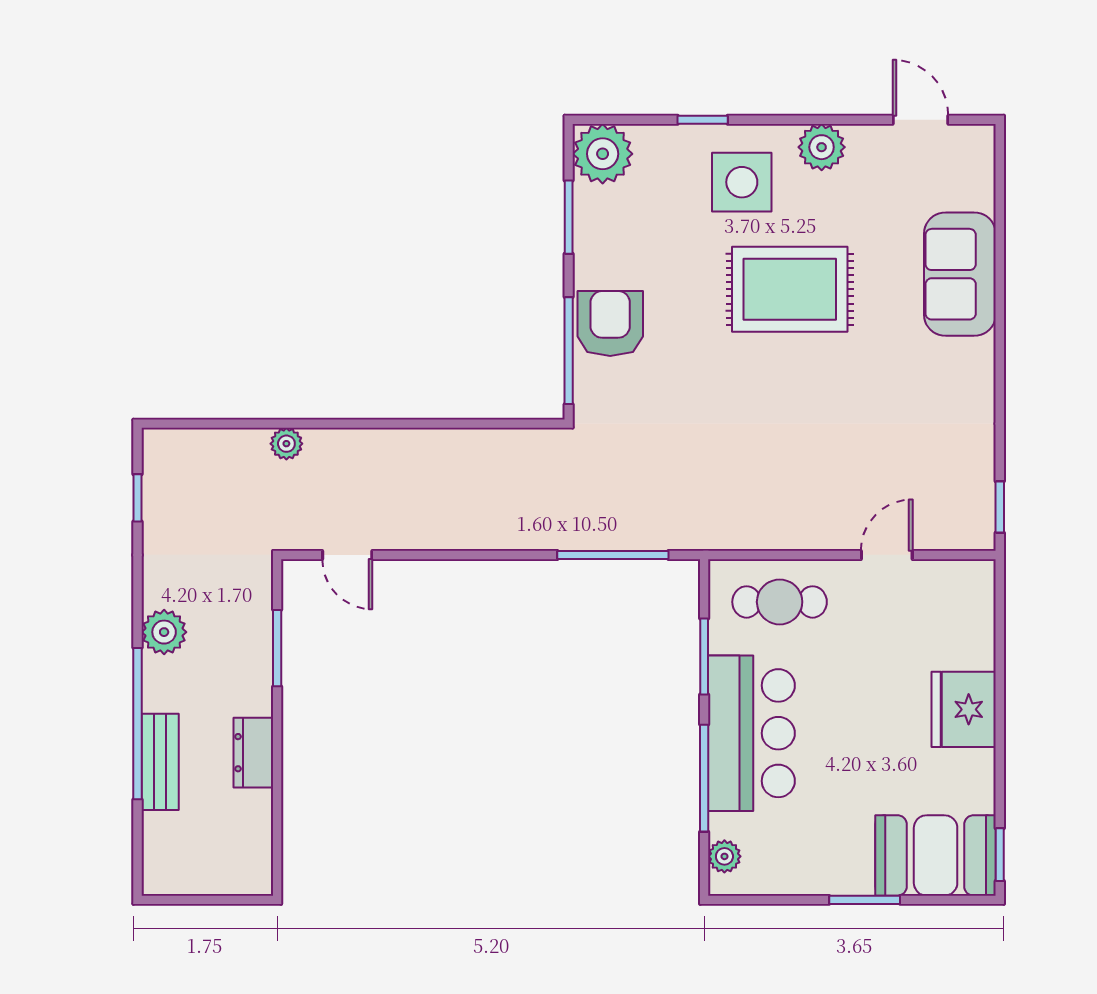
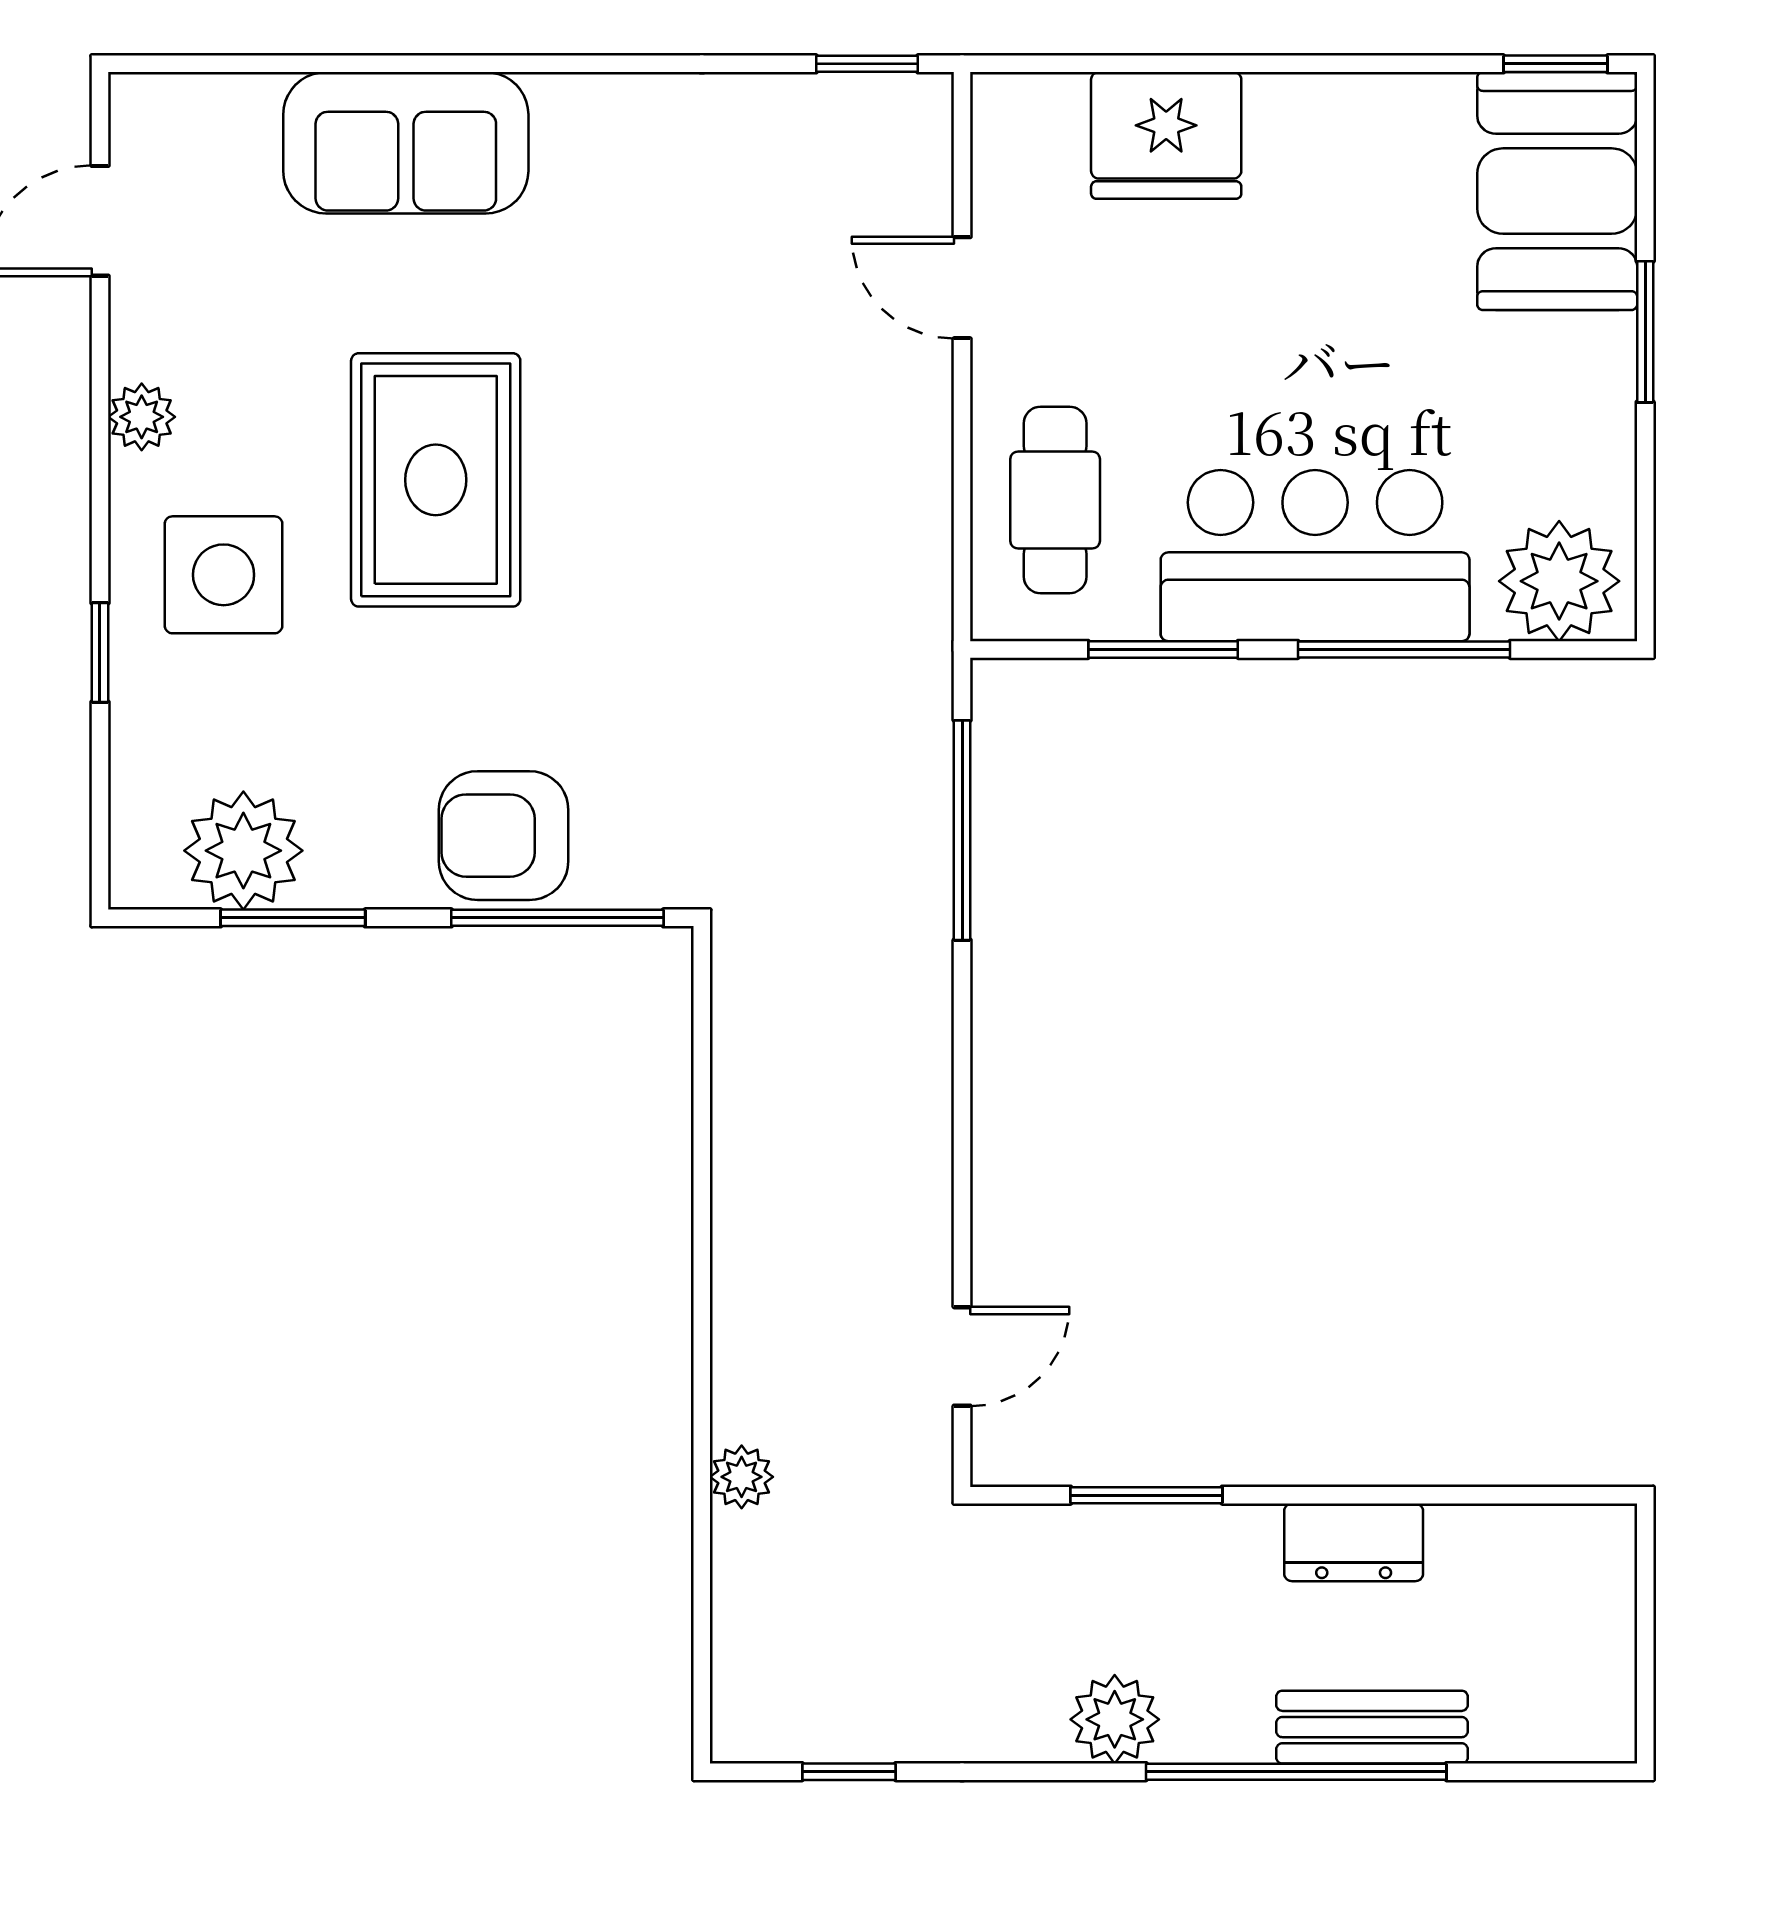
plant: (822, 147) -> (142, 417), width x0.73, depth x0.73
plant: (603, 154) -> (243, 851), moved
fridge: (964, 709) -> (1166, 135), moved
plant: (724, 856) -> (1559, 581), width x1.88, depth x1.88

